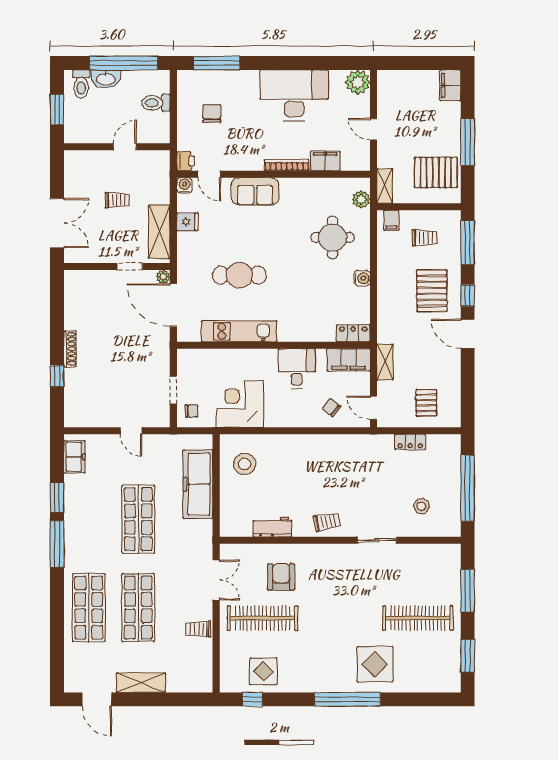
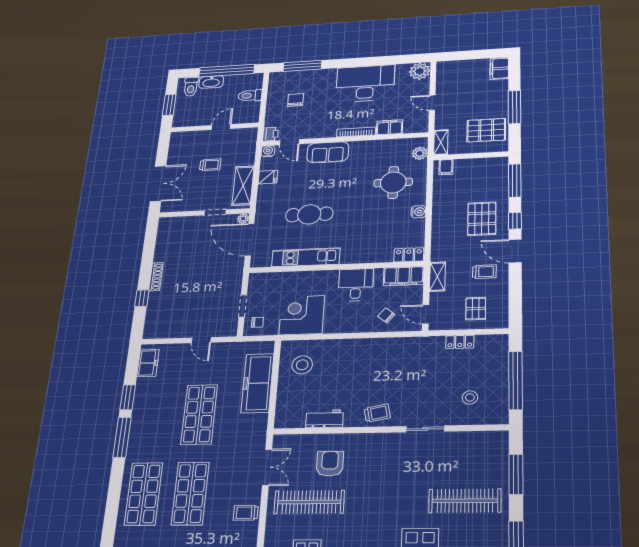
trolley: (424, 238) -> (484, 272), moved

